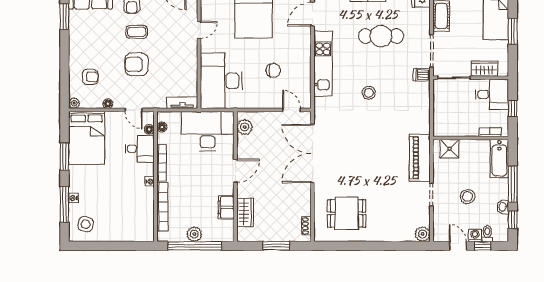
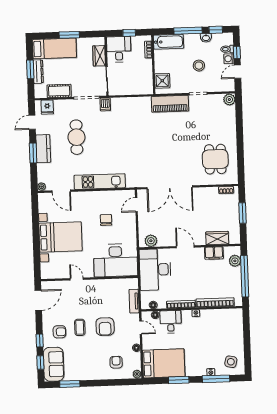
stool: (369, 93) -> (121, 145), removed
tv unit: (182, 103) -> (134, 301), moved
door: (134, 110) -> (141, 328), hinge flipped
plant: (194, 234) -> (235, 261), moved

